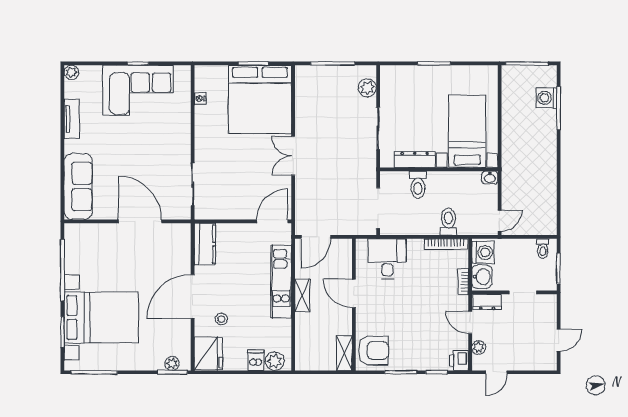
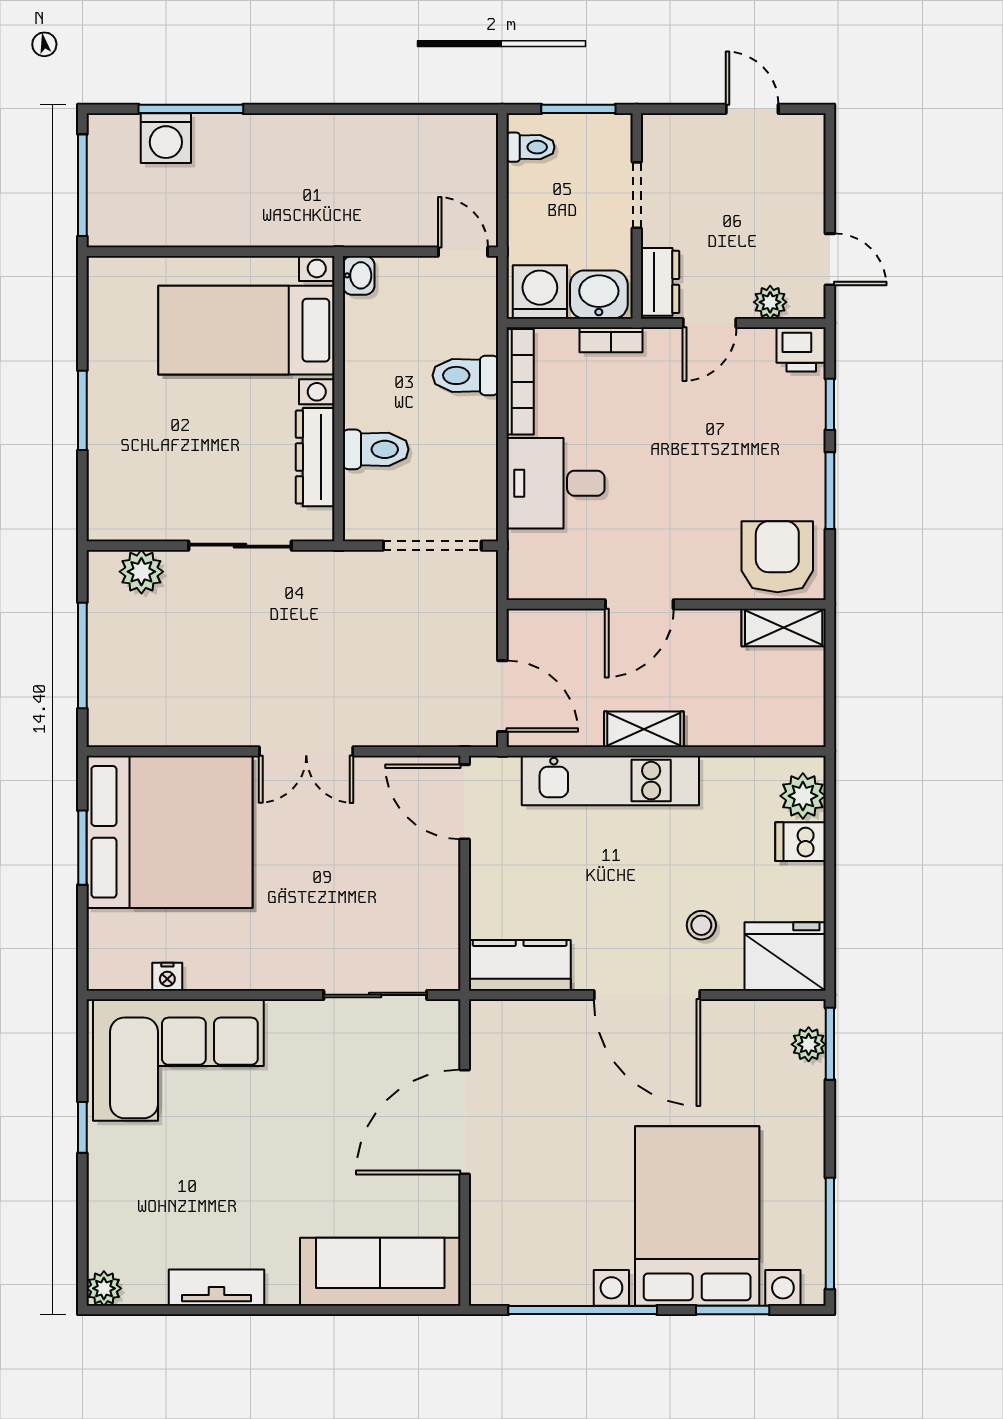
corner sofa: (138, 90) -> (178, 1060), moved, turned 90
desk: (387, 259) -> (555, 483), moved

